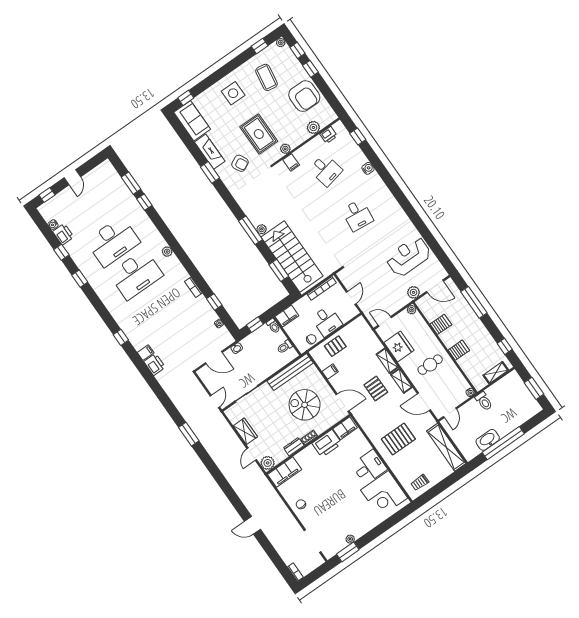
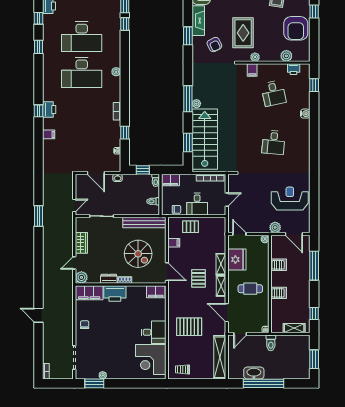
printer: (155, 364) -> (49, 109), moved
spiral stairs: (305, 405) -> (138, 254), turned 180
printer: (327, 443) -> (115, 293), moved

